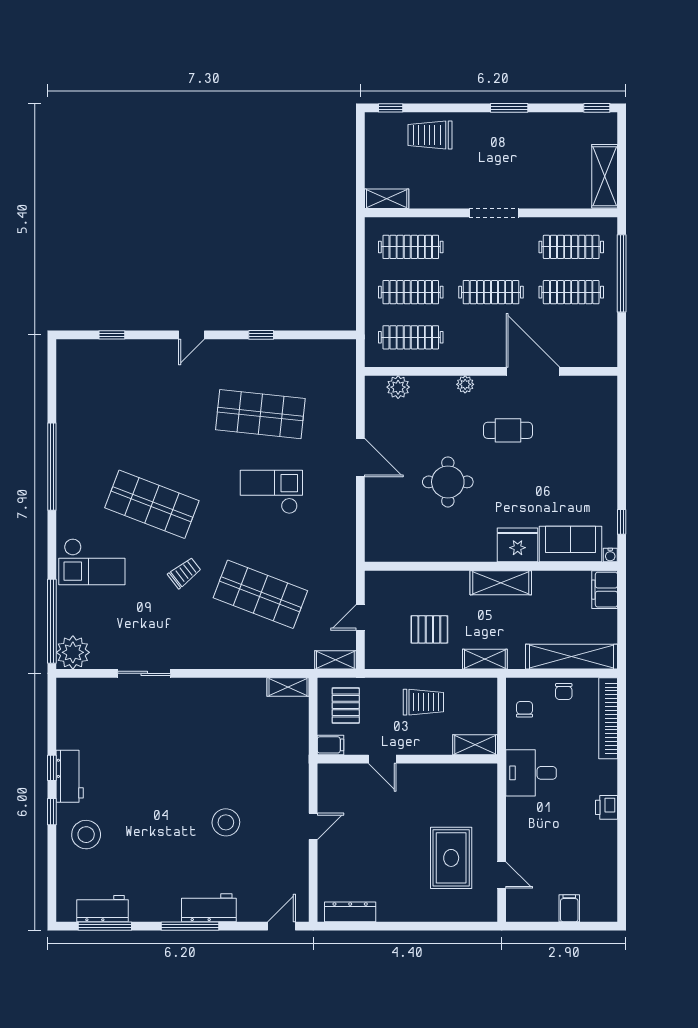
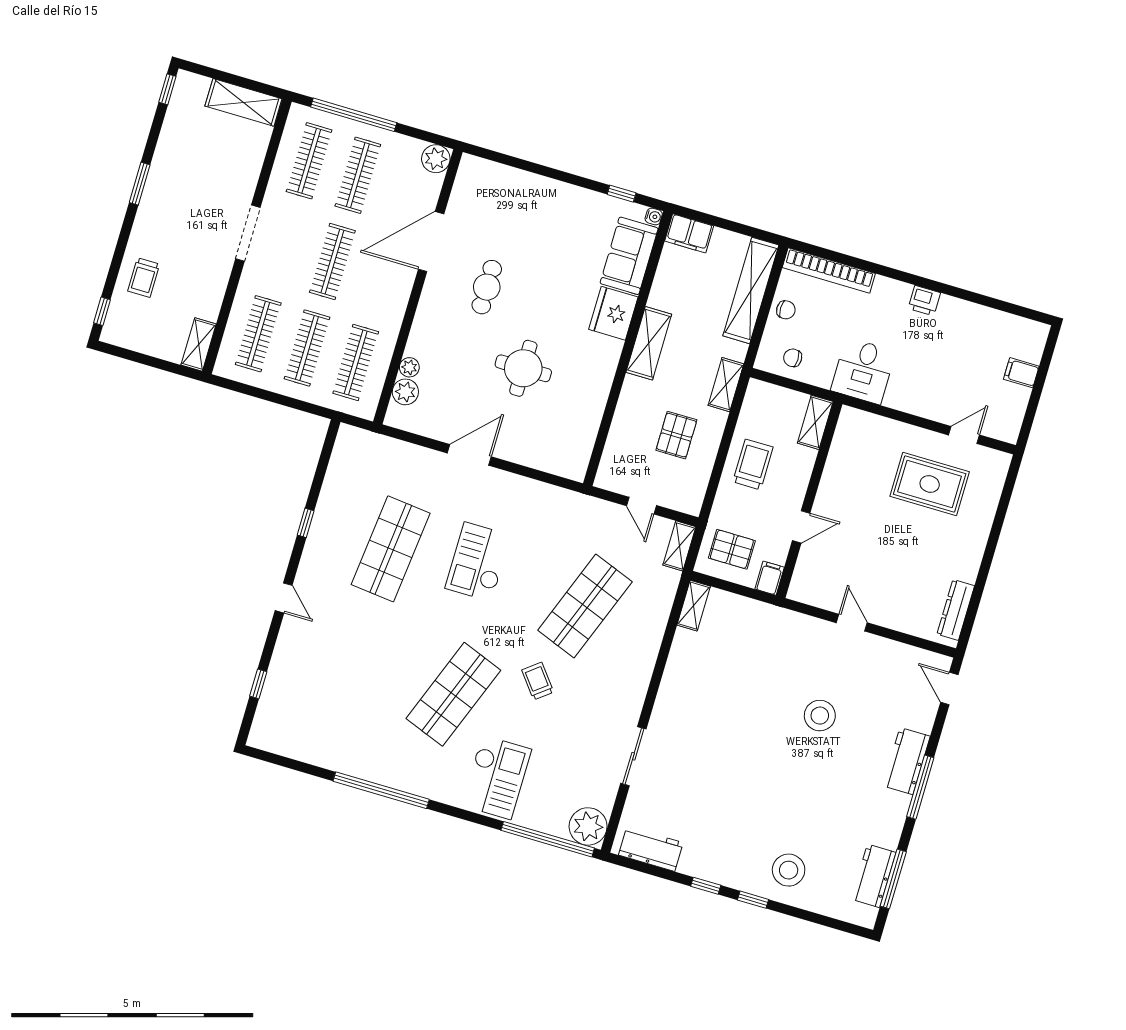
trolley: (430, 135) -> (144, 278), width x0.73, depth x0.72
plant: (605, 355) -> (436, 159), added
plant: (465, 384) -> (409, 367), moved
workbench: (70, 776) -> (651, 849), moved

